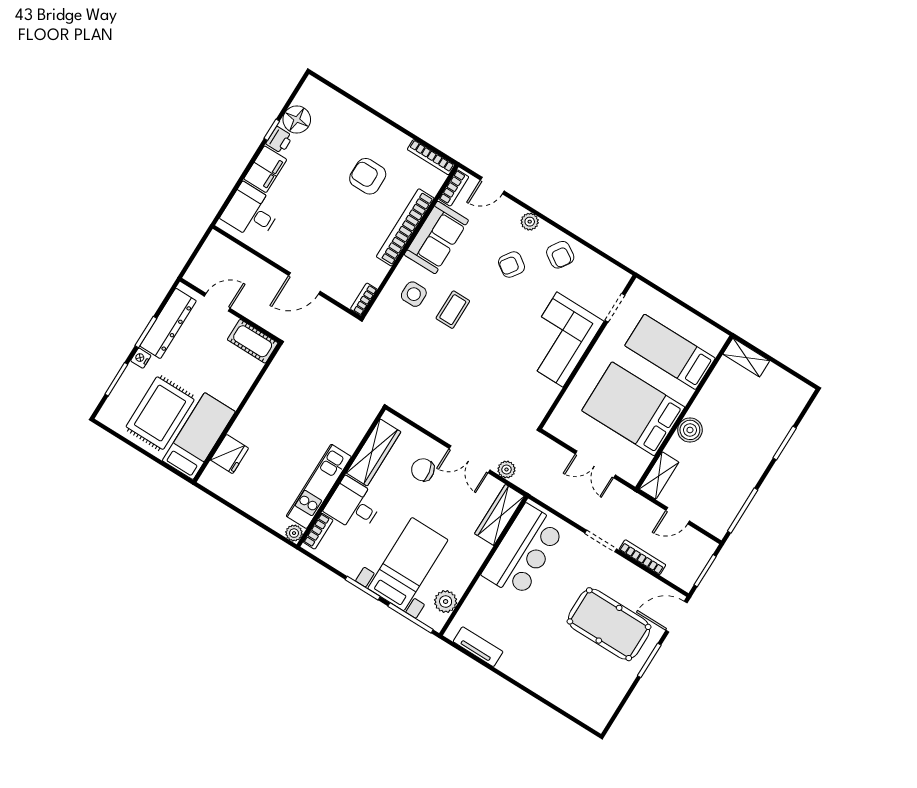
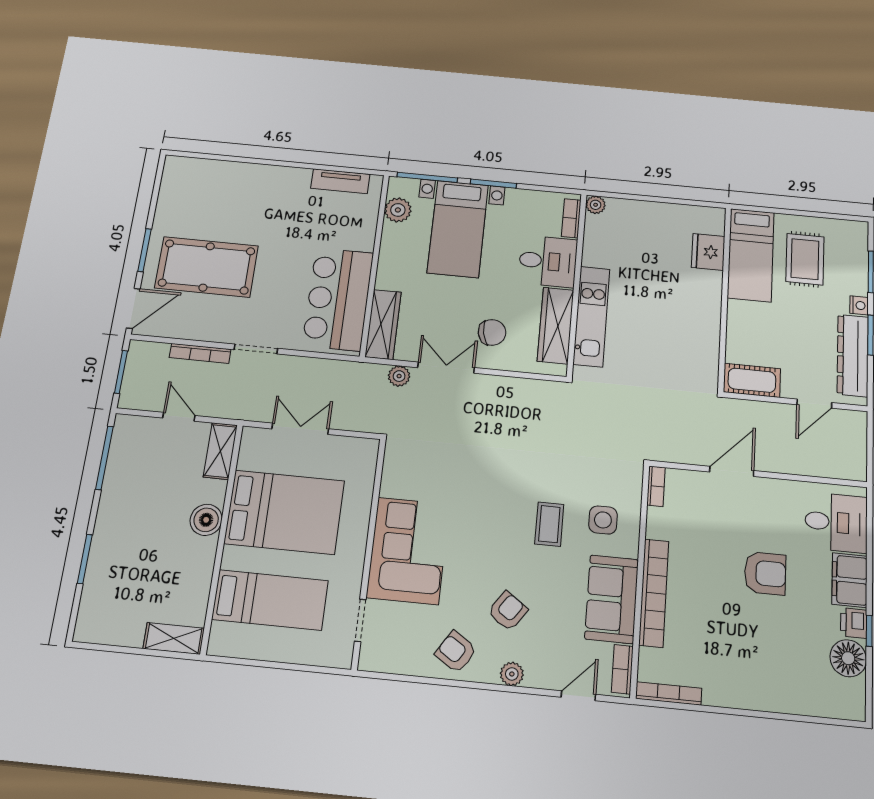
armchair: (368, 176) -> (765, 573), moved
rug: (160, 413) -> (805, 259), width x0.73, depth x0.70
kitchen unit: (319, 486) -> (591, 316), moved
door: (678, 516) -> (179, 417), hinge flipped

